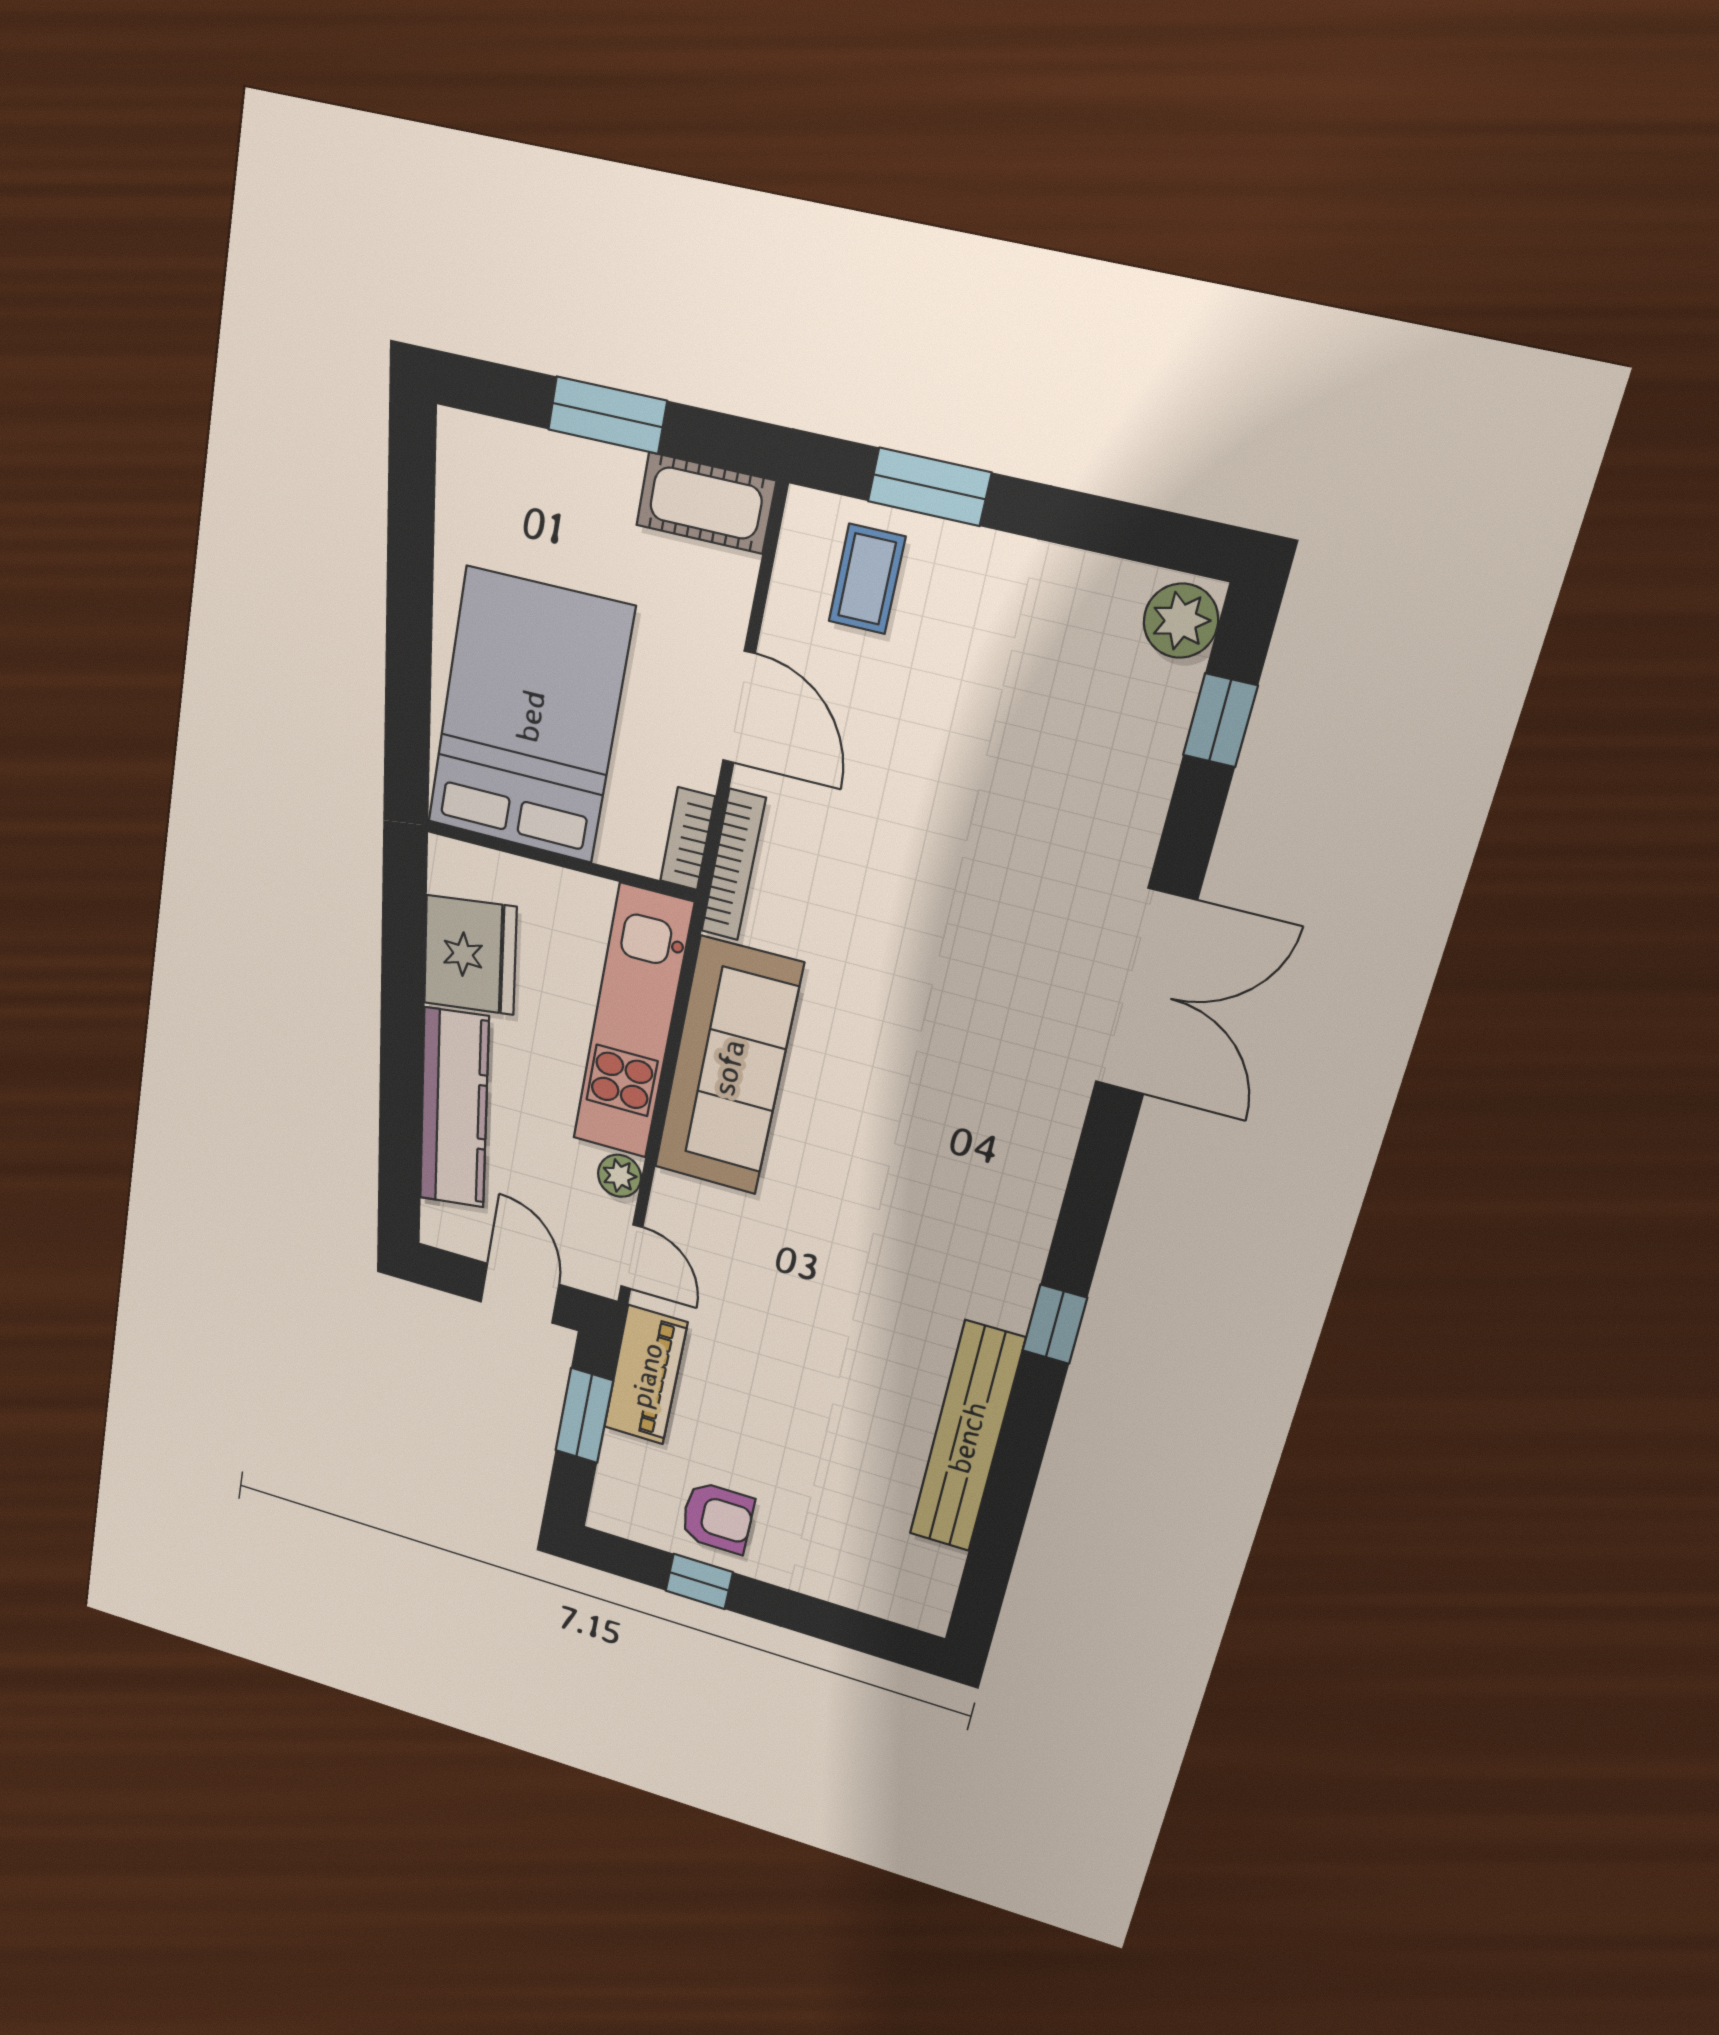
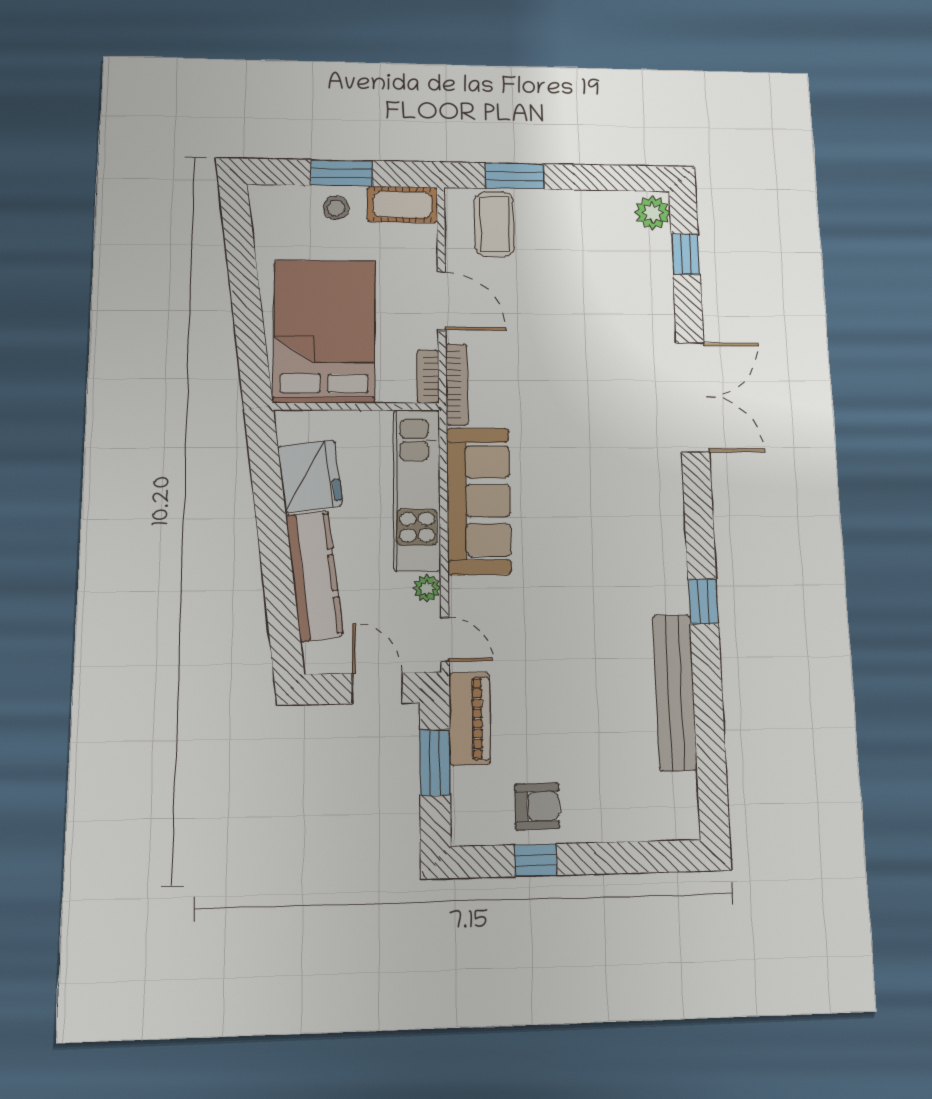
stool: (586, 485) -> (336, 208), added
coffee table: (867, 579) -> (494, 224), width x1.36, depth x1.30

